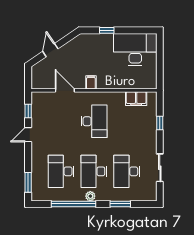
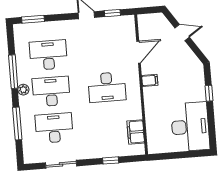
window: (74, 204) -> (13, 72), width x0.68
window: (120, 204) -> (17, 124), width x1.44

